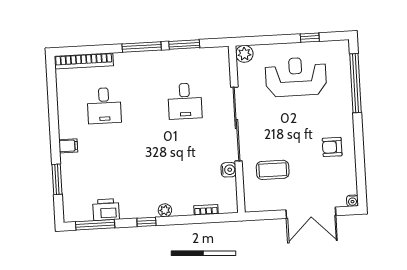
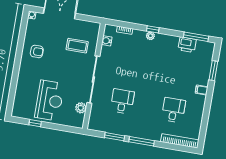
plant: (244, 54) -> (81, 108), moved
reception desk: (296, 77) -> (49, 100), turned -90
window: (356, 83) -> (13, 88), removed
water cooler: (229, 170) -> (107, 41), moved
window: (146, 222) -> (153, 29), moved

